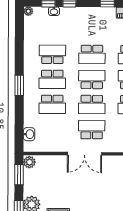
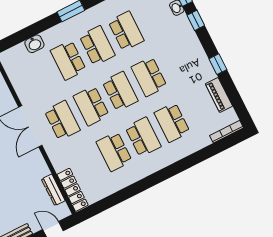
school desk: (52, 79) -> (97, 46), turned 180
washbasin: (29, 134) -> (34, 44), moved

